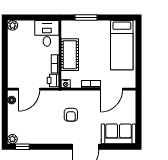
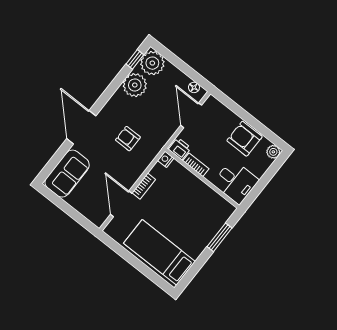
armchair: (18, 48) -> (245, 139), added
cot: (70, 55) -> (193, 188), removed
plant: (37, 135) -> (135, 85), added
plant: (12, 139) -> (152, 63), width x1.88, depth x1.88

